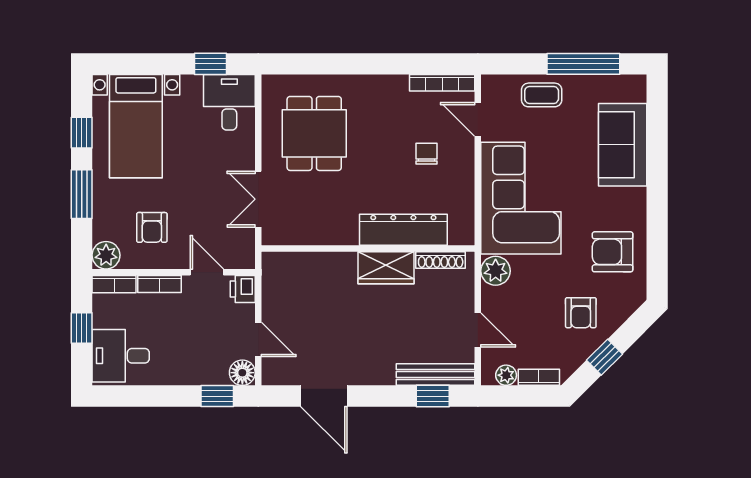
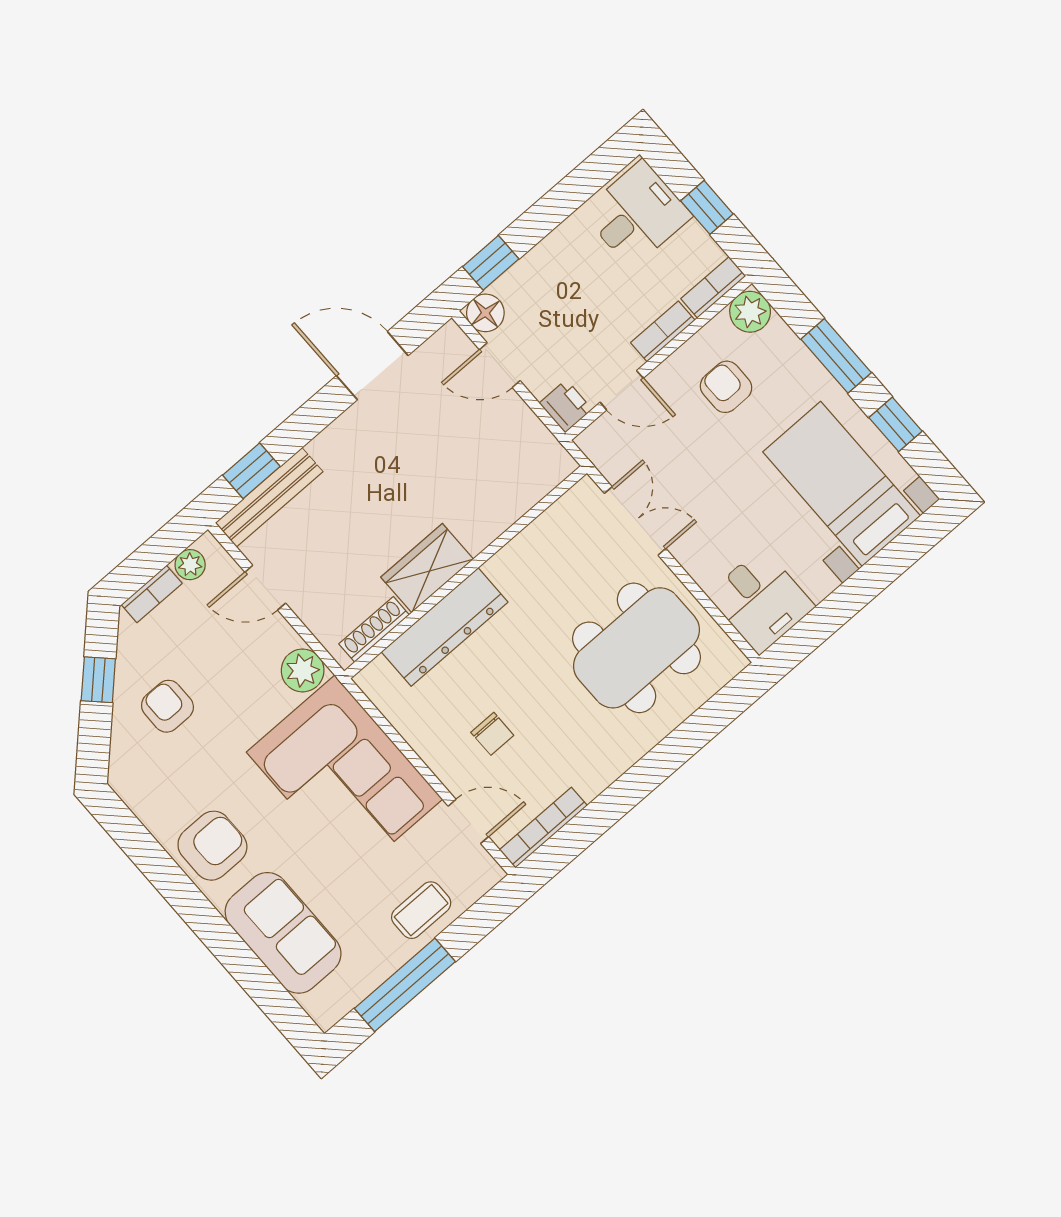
window: (211, 64) -> (819, 625), removed
dining table: (314, 133) -> (636, 648), width x1.38
armchair: (613, 252) -> (212, 846), moved

